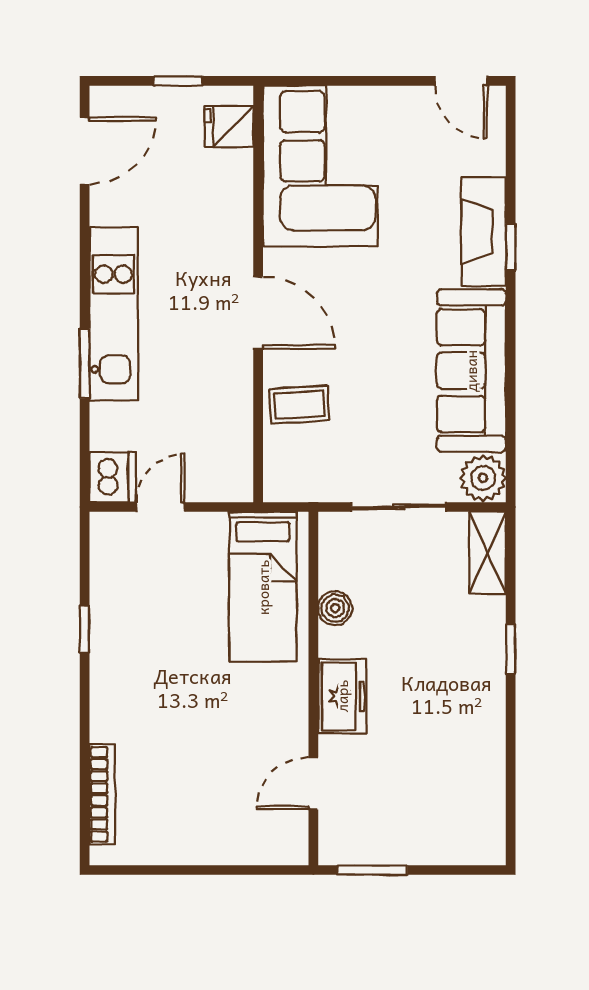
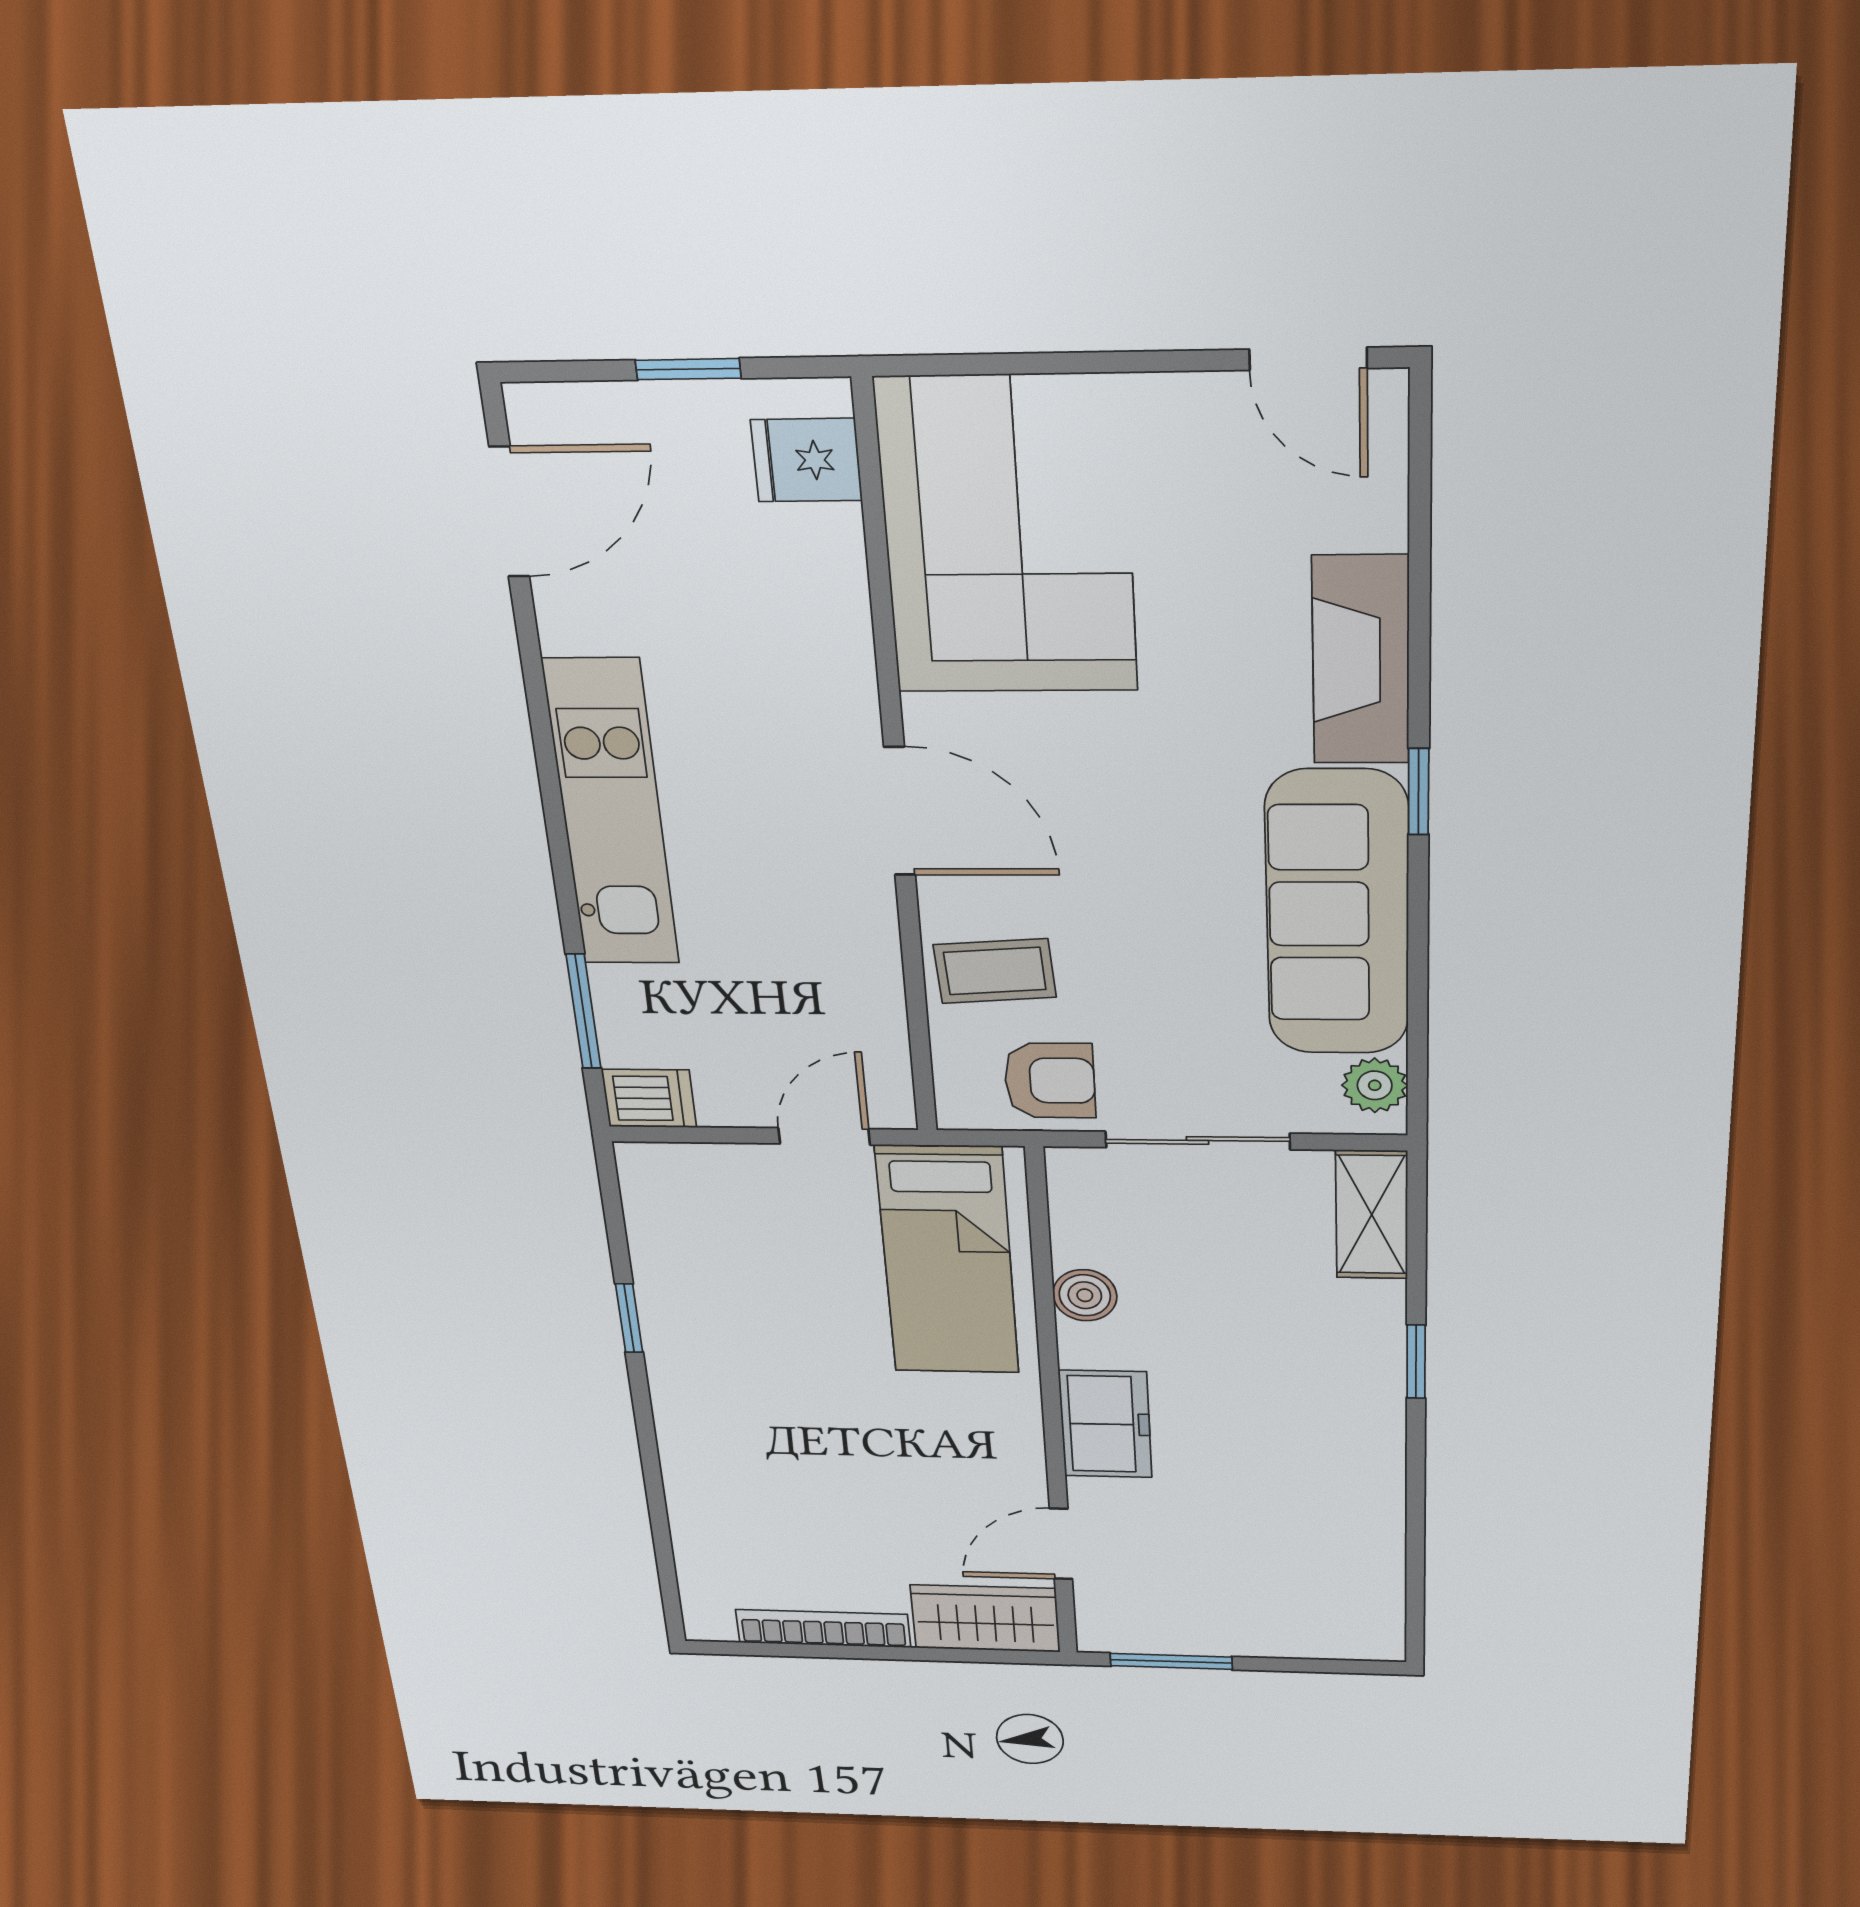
window: (511, 247) -> (1419, 792), moved
window: (85, 363) -> (584, 1011), moved
armchair: (324, 471) -> (1050, 1080), added
dishwasher: (113, 477) -> (649, 1098), width x0.73
plant: (483, 478) -> (1375, 1085), width x0.73, depth x0.73
door: (160, 507) -> (824, 1136), moved
bookcase: (102, 794) -> (823, 1628), moved, turned -90
wardrobe: (267, 841) -> (985, 1618), added

